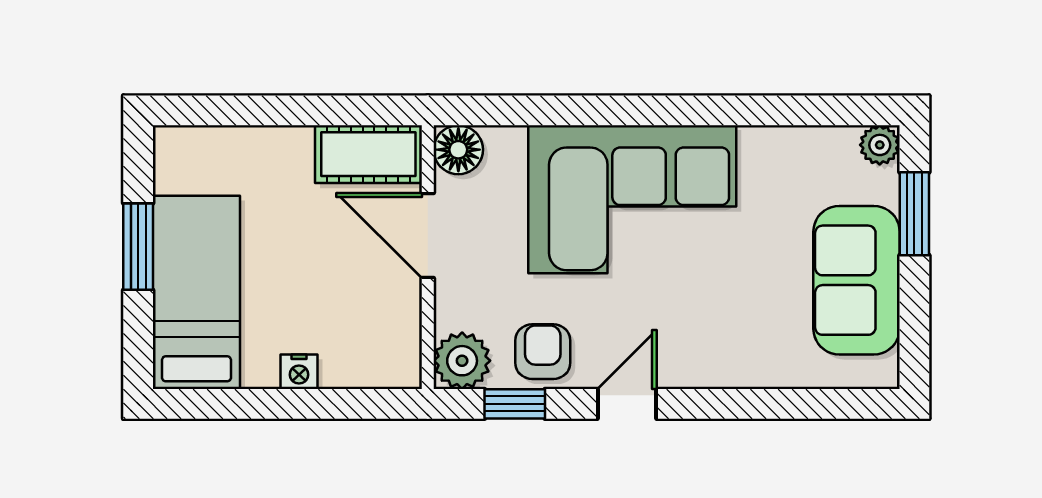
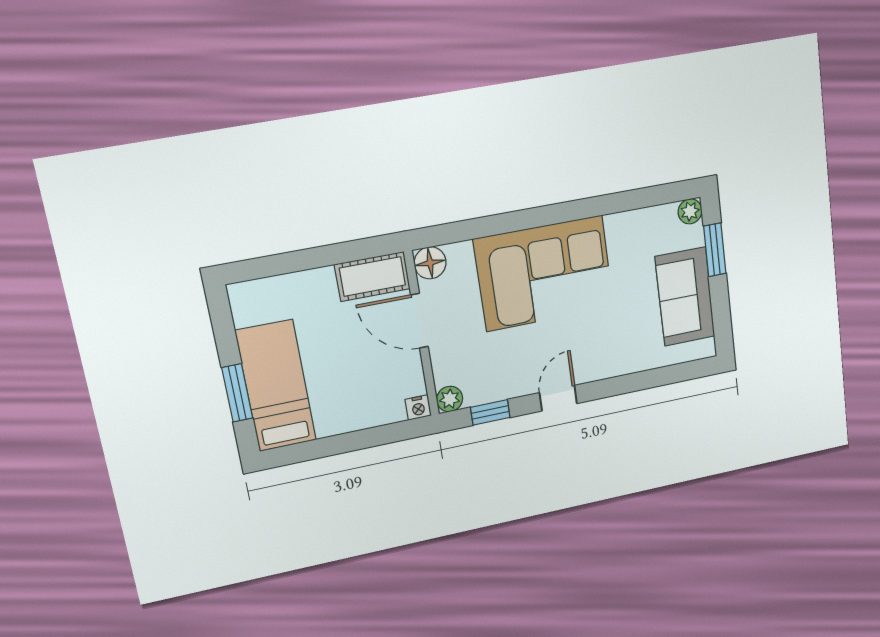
window: (138, 247) -> (237, 393), moved
armchair: (543, 352) -> (503, 378), removed
plant: (462, 361) -> (450, 399), width x0.73, depth x0.73
nightstand: (299, 372) -> (418, 408), moved

